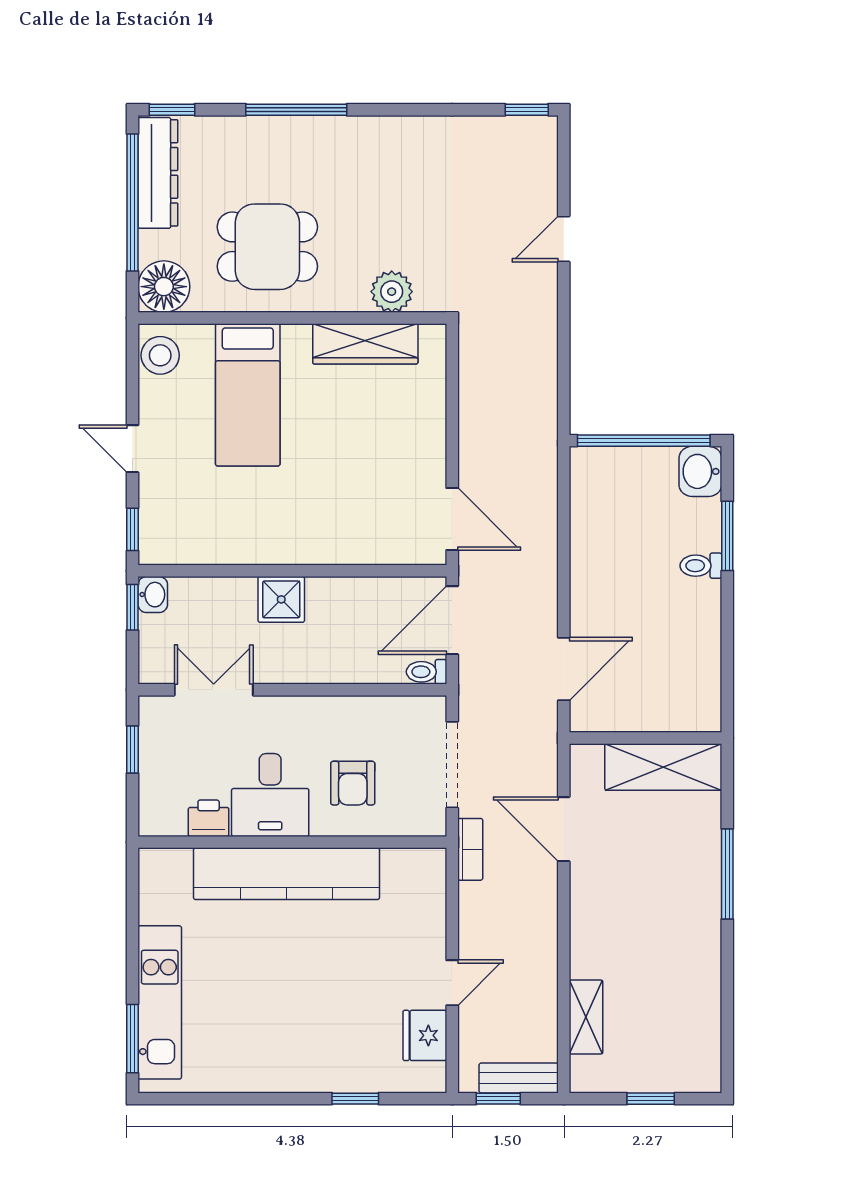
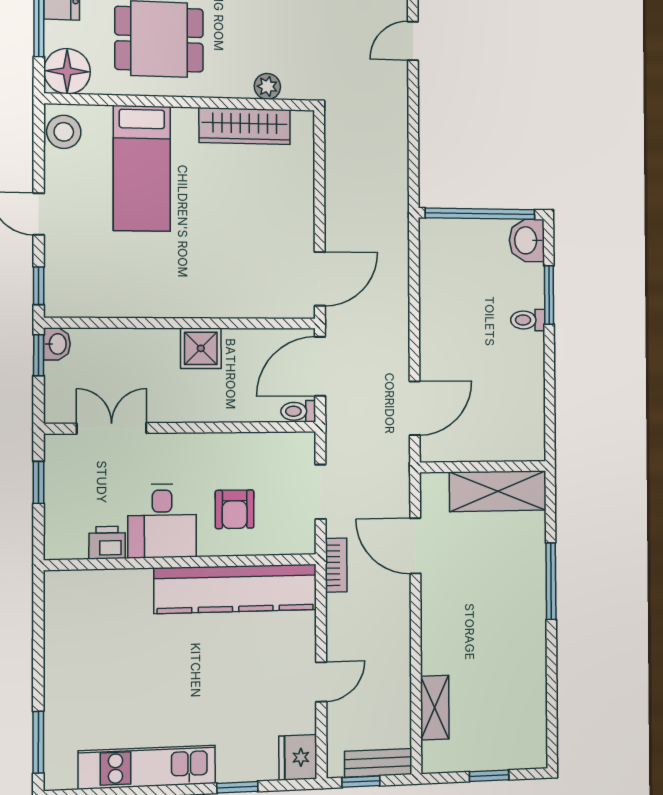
plant: (392, 292) -> (267, 86), width x0.73, depth x0.73
door: (452, 519) -> (320, 279), hinge flipped
shower: (281, 599) -> (201, 348), moved
doorway: (452, 765) -> (321, 492), width x0.73
kitchen counter: (287, 874) -> (236, 589), moved
kitchen unit: (160, 1002) -> (147, 767), moved, turned -90
fridge: (425, 1035) -> (298, 757), moved

